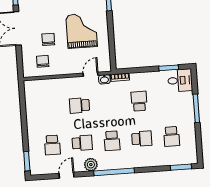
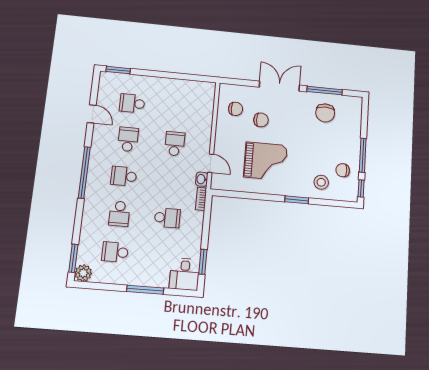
school desk: (82, 143) -> (128, 139), turned 180
plant: (91, 165) -> (83, 273), moved

